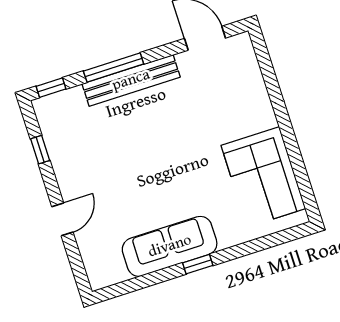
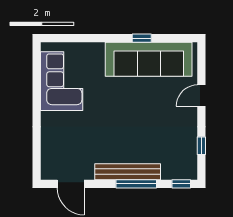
sofa: (170, 246) -> (149, 59), width x1.36, depth x1.27
window: (198, 264) -> (142, 38), moved

